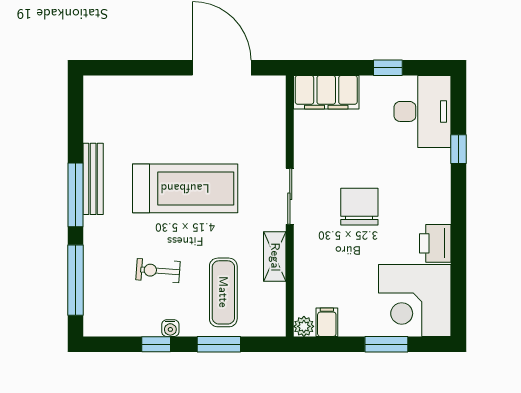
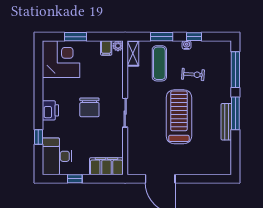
treadmill: (185, 188) -> (179, 117), turned 90
printer: (435, 243) -> (50, 110), moved
shelving: (275, 257) -> (133, 53), moved

